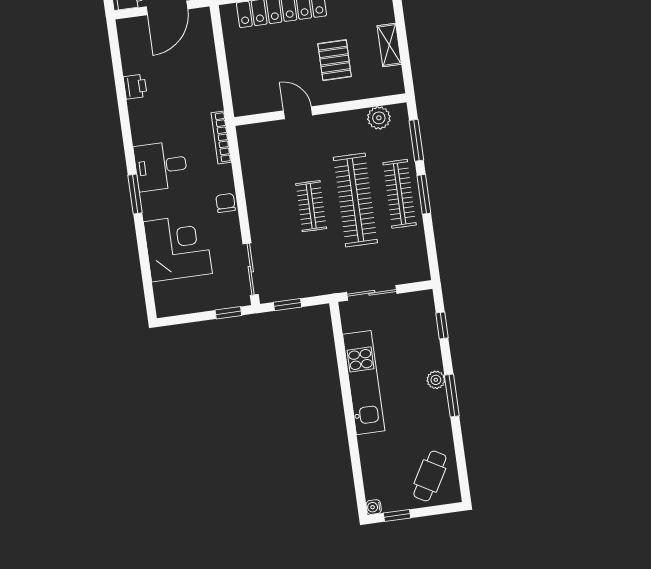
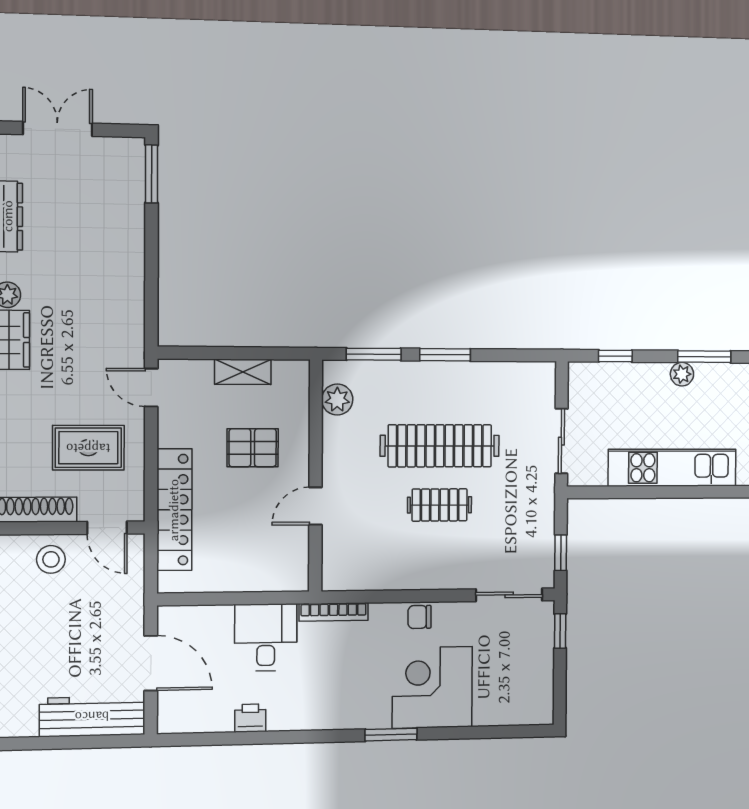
desk: (161, 166) -> (266, 637), moved, turned 180
clothes rail: (400, 194) -> (440, 387), removed
corner desk: (178, 248) -> (432, 687), moved

